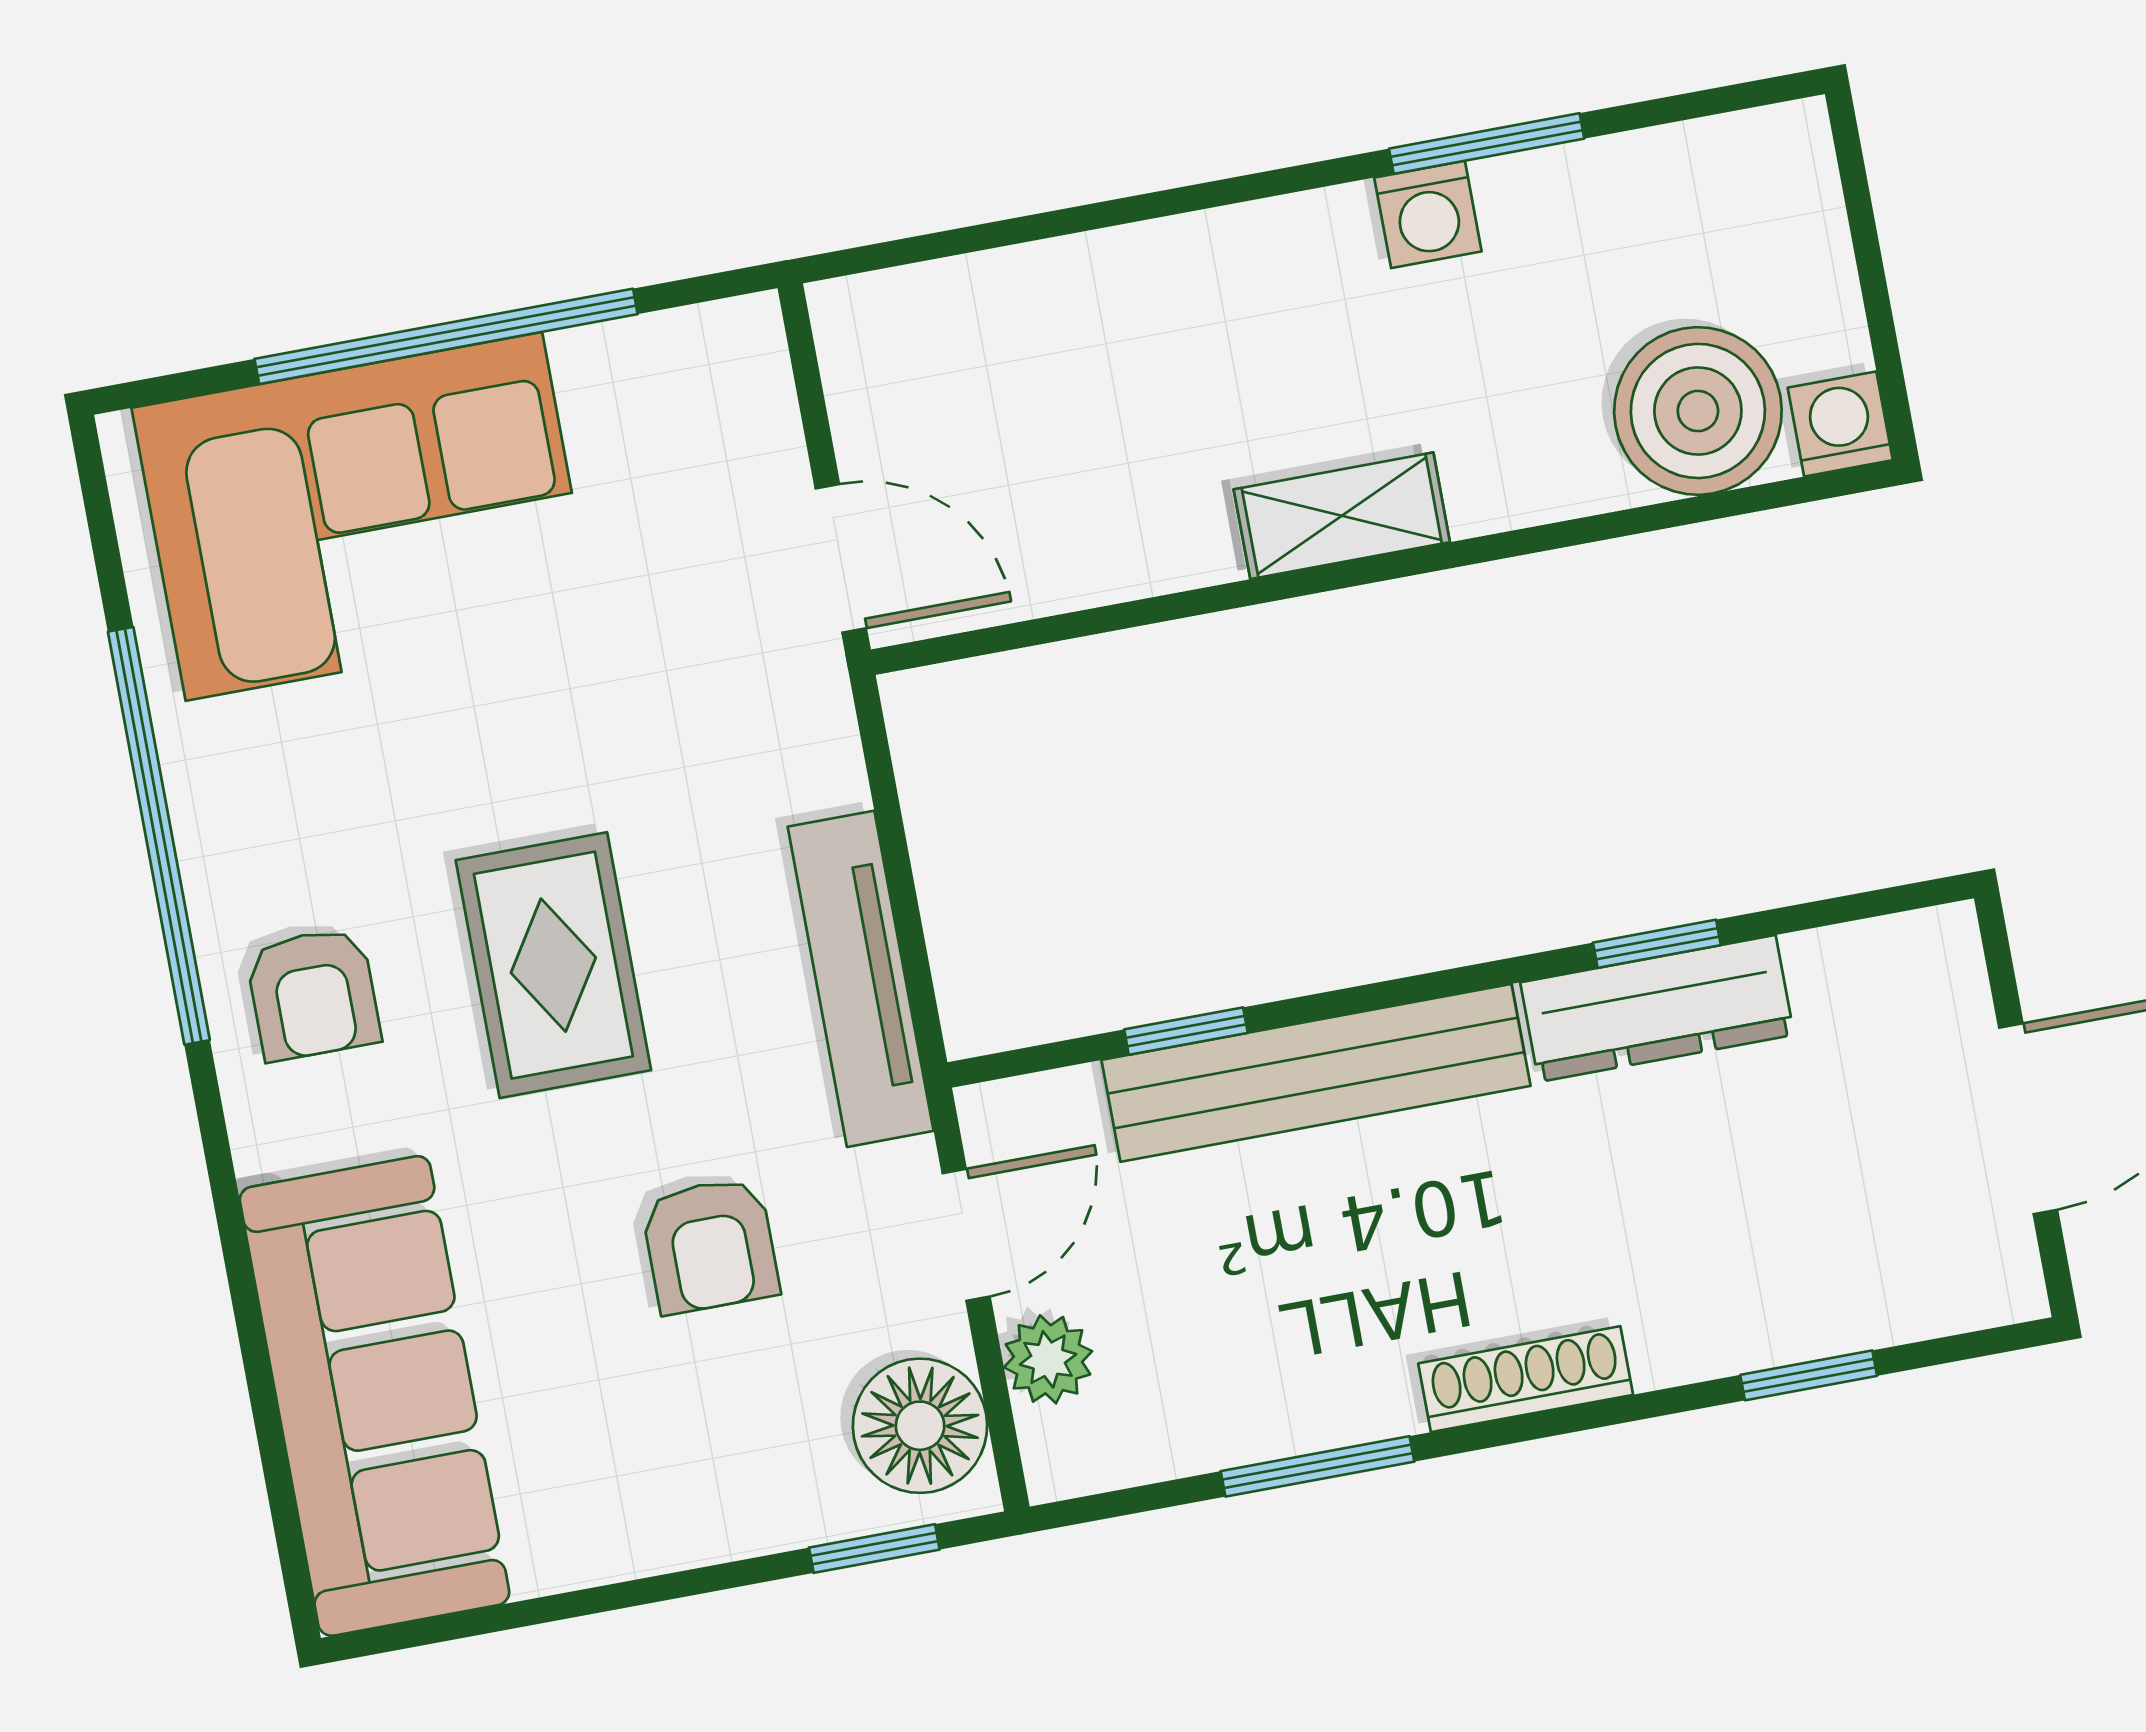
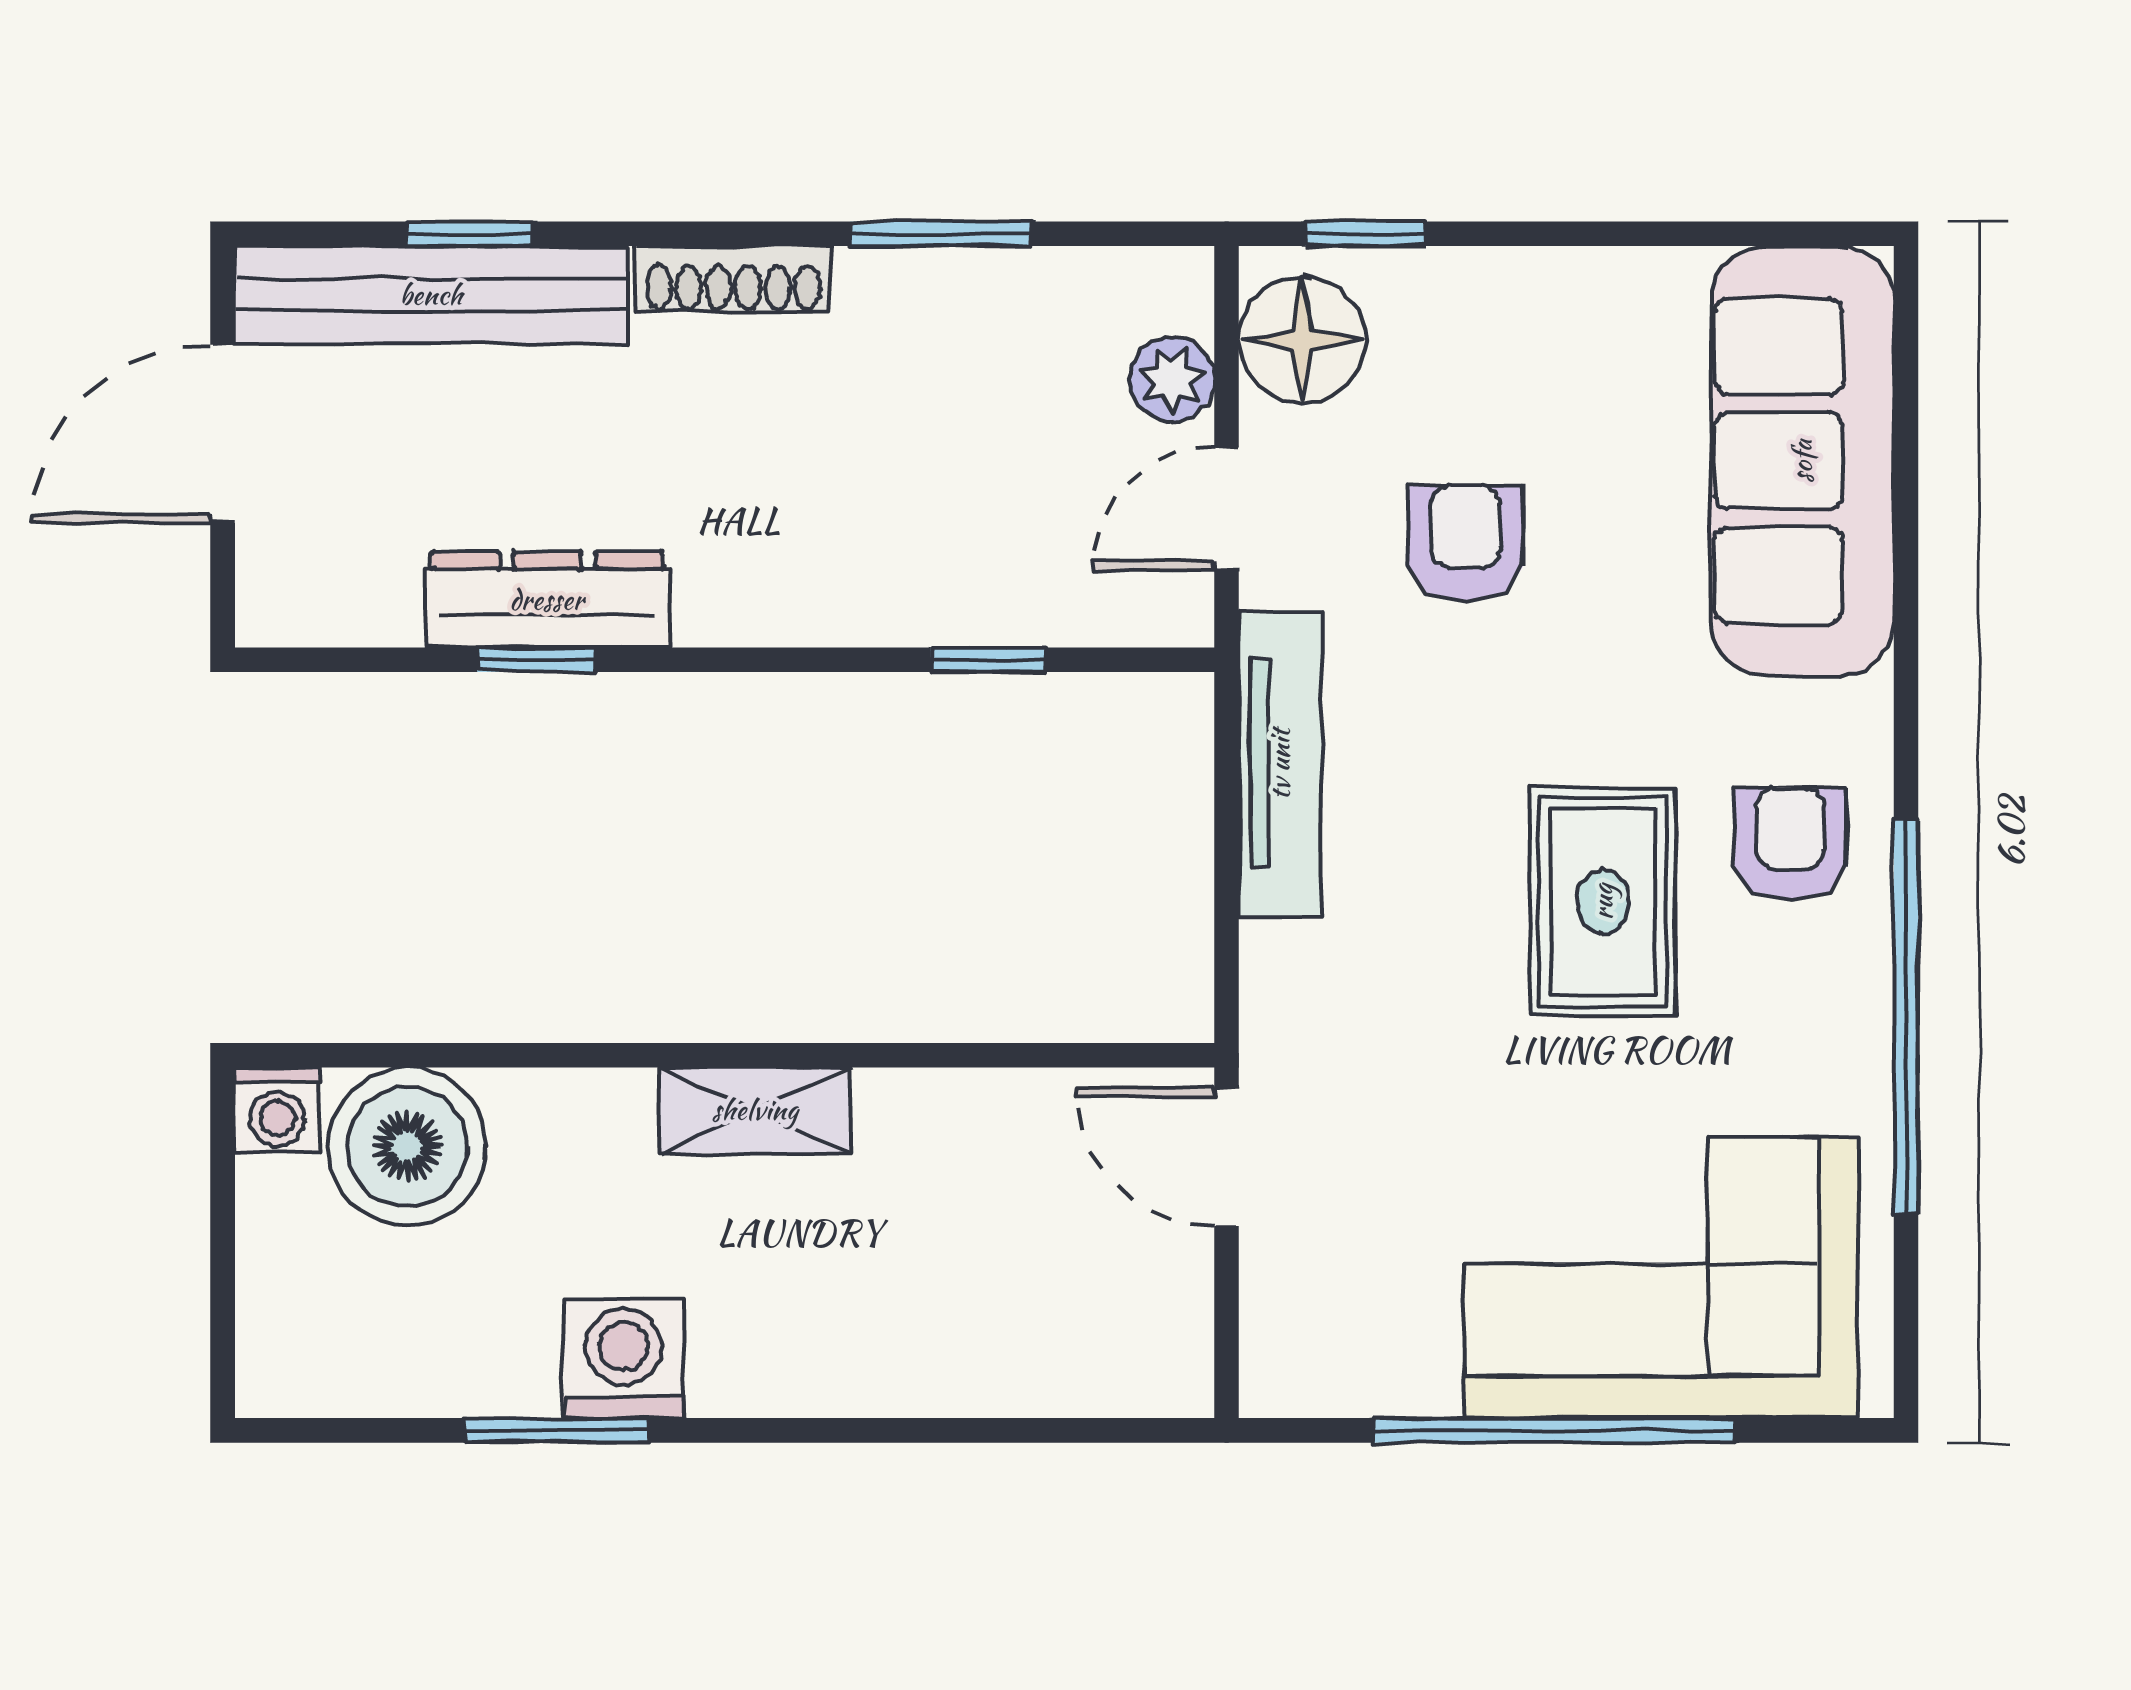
washing machine: (1428, 214) -> (623, 1358), width x1.38, depth x1.38
rug: (553, 965) -> (1603, 902), moved
bench: (1316, 1073) -> (431, 295), moved

